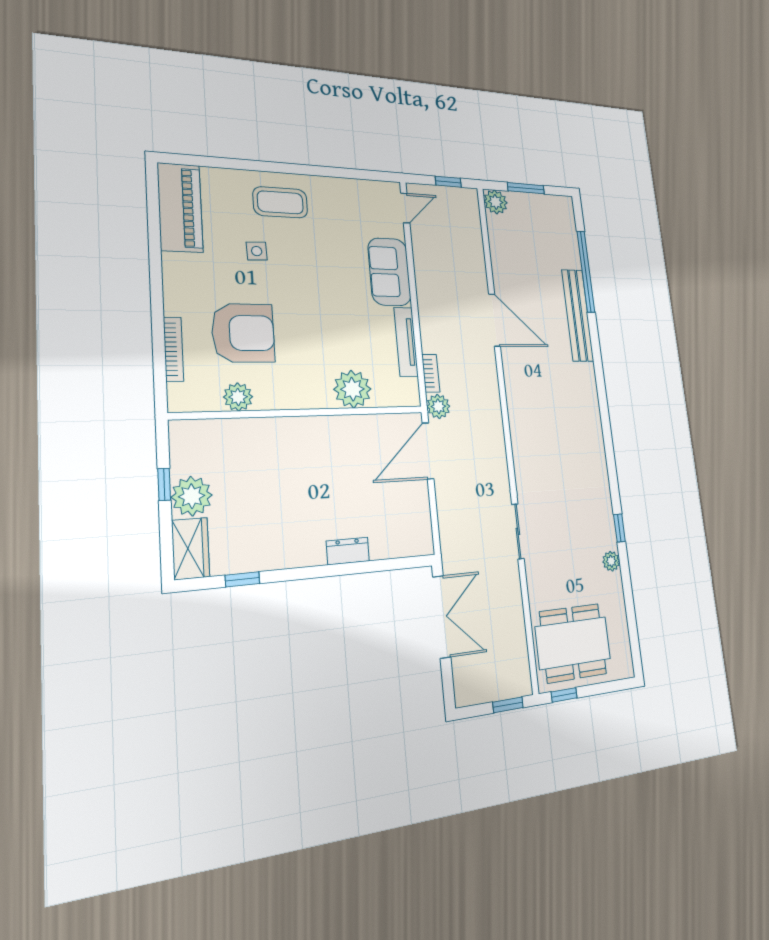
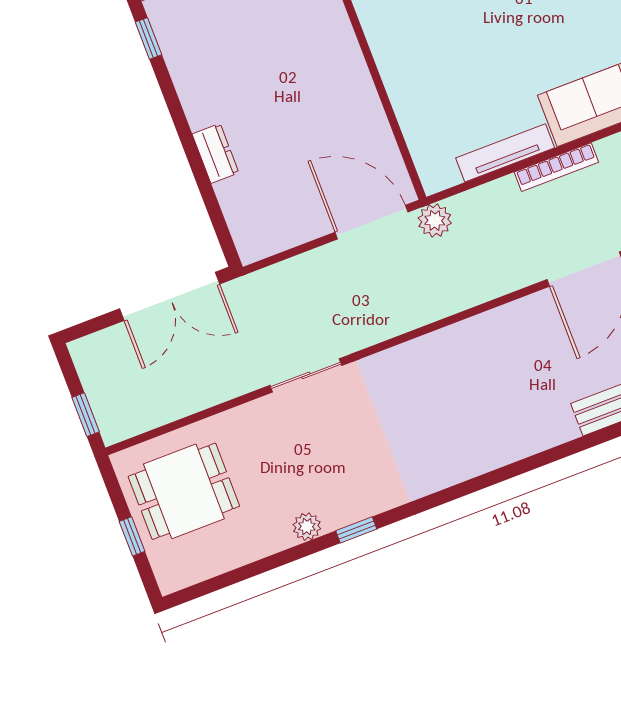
bookcase: (431, 373) -> (556, 167), moved, width x1.56
plant: (352, 389) -> (417, 101), removed
dining table: (573, 643) -> (184, 491), width x0.73
window: (564, 695) -> (132, 536), moved

